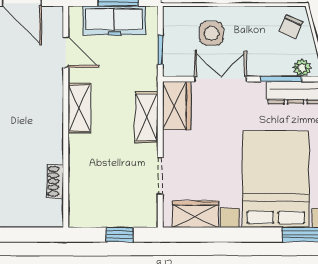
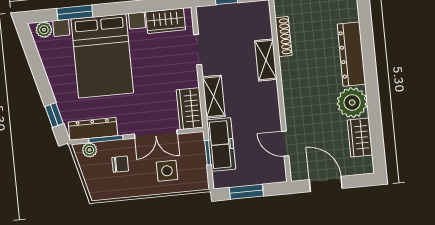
freezer: (114, 20) -> (221, 145), moved, turned 90
chair: (291, 27) -> (120, 164), moved, turned 67
shelving: (79, 108) -> (266, 60), moved
shoe rack: (55, 181) -> (283, 37), width x1.43

